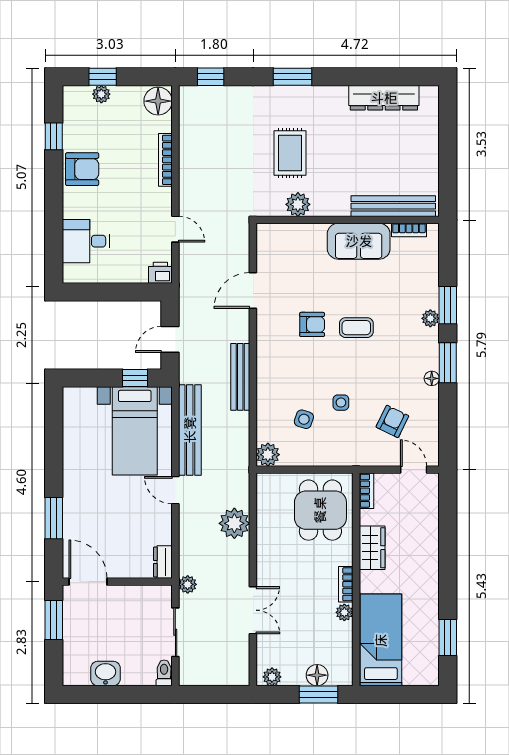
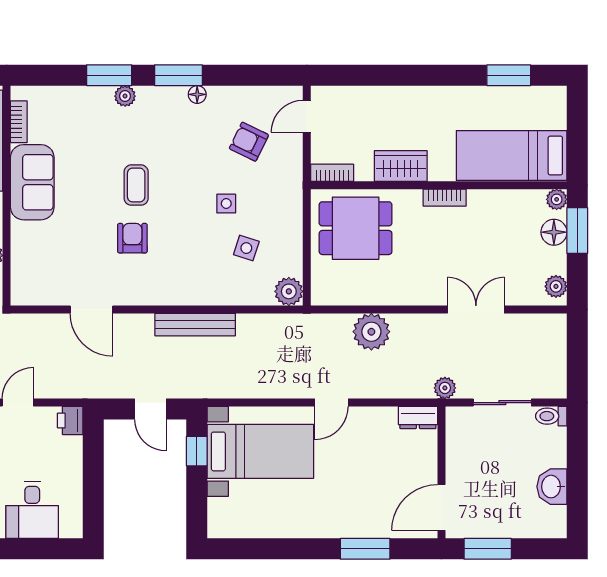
bench: (190, 430) -> (259, 385), removed
plant: (344, 612) -> (557, 199), moved

